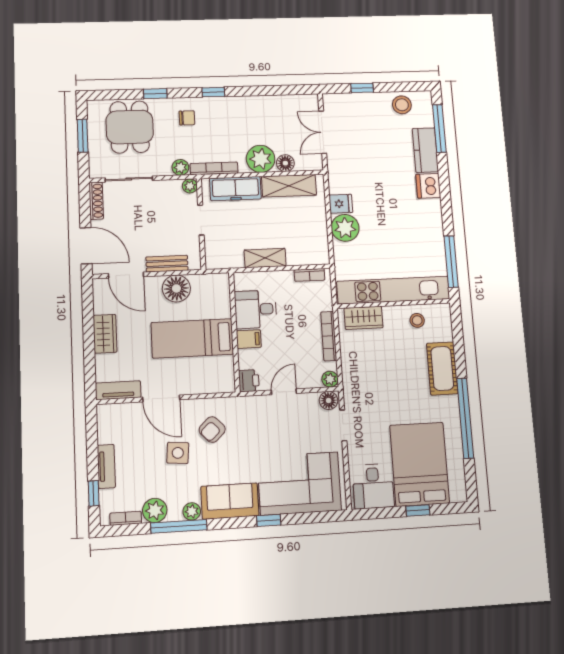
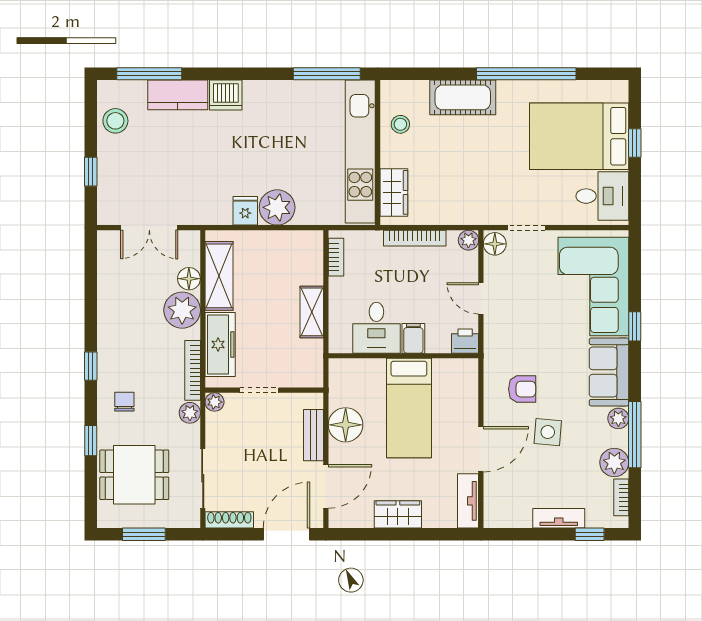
armchair: (212, 430) -> (522, 389), turned -46

